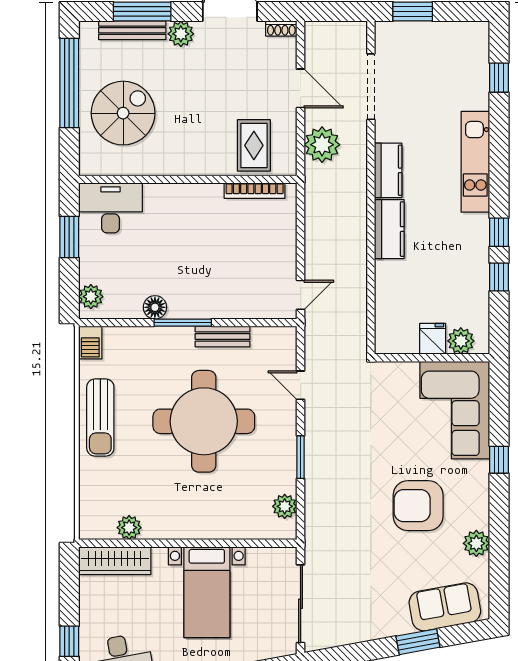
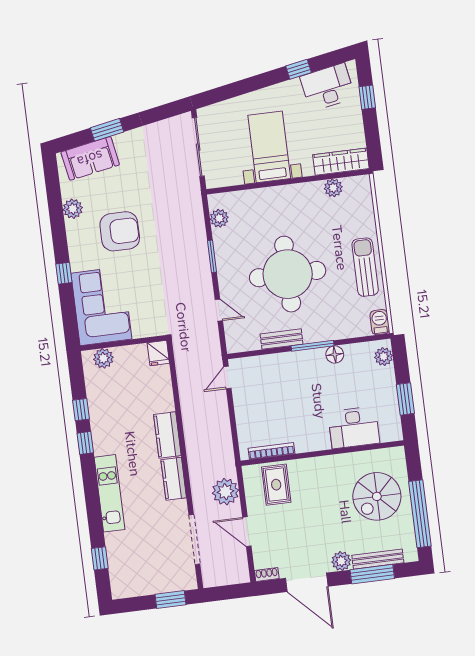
desk: (110, 208) -> (354, 427), moved
fridge: (433, 339) -> (158, 353), moved

